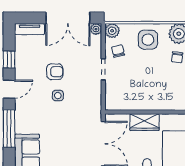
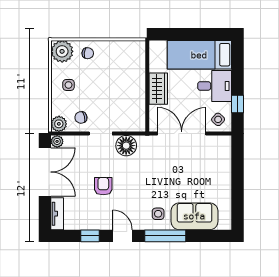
side table: (148, 40) -> (69, 85), width x0.54, depth x0.54
floor lamp: (92, 93) -> (126, 146), added
side table: (58, 96) -> (158, 214), moved

